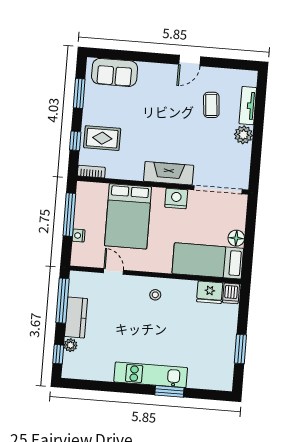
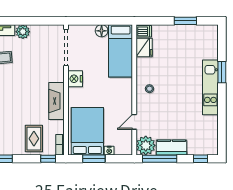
window: (75, 141) -> (48, 159), moved
fireplace: (169, 173) -> (56, 101), moved
window: (69, 215) -> (94, 159), width x0.69
bed: (128, 216) -> (87, 131), moved, turned -90
plant: (71, 345) -> (146, 145), moved, width x1.88, depth x1.88

